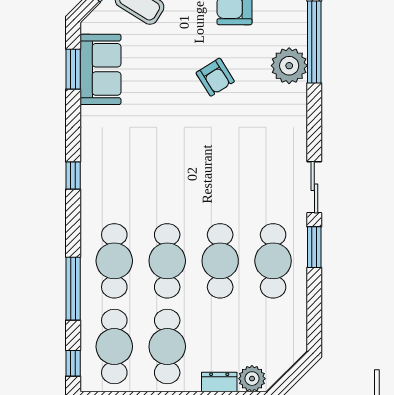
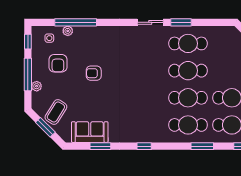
plant: (289, 66) -> (68, 31), moved, width x0.53, depth x0.53
window: (73, 69) -> (100, 146), moved
armchair: (215, 77) -> (94, 73), turned -148
window: (73, 289) -> (202, 146), width x0.69

